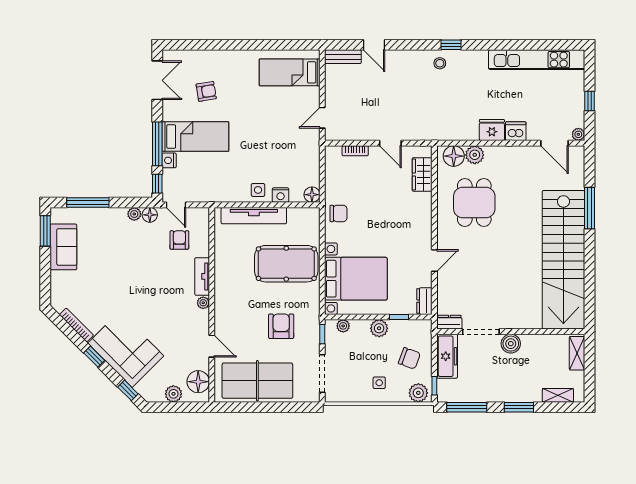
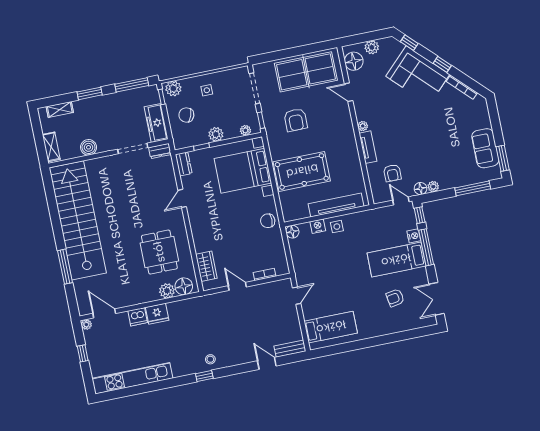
boiler: (511, 344) -> (89, 147), moved

